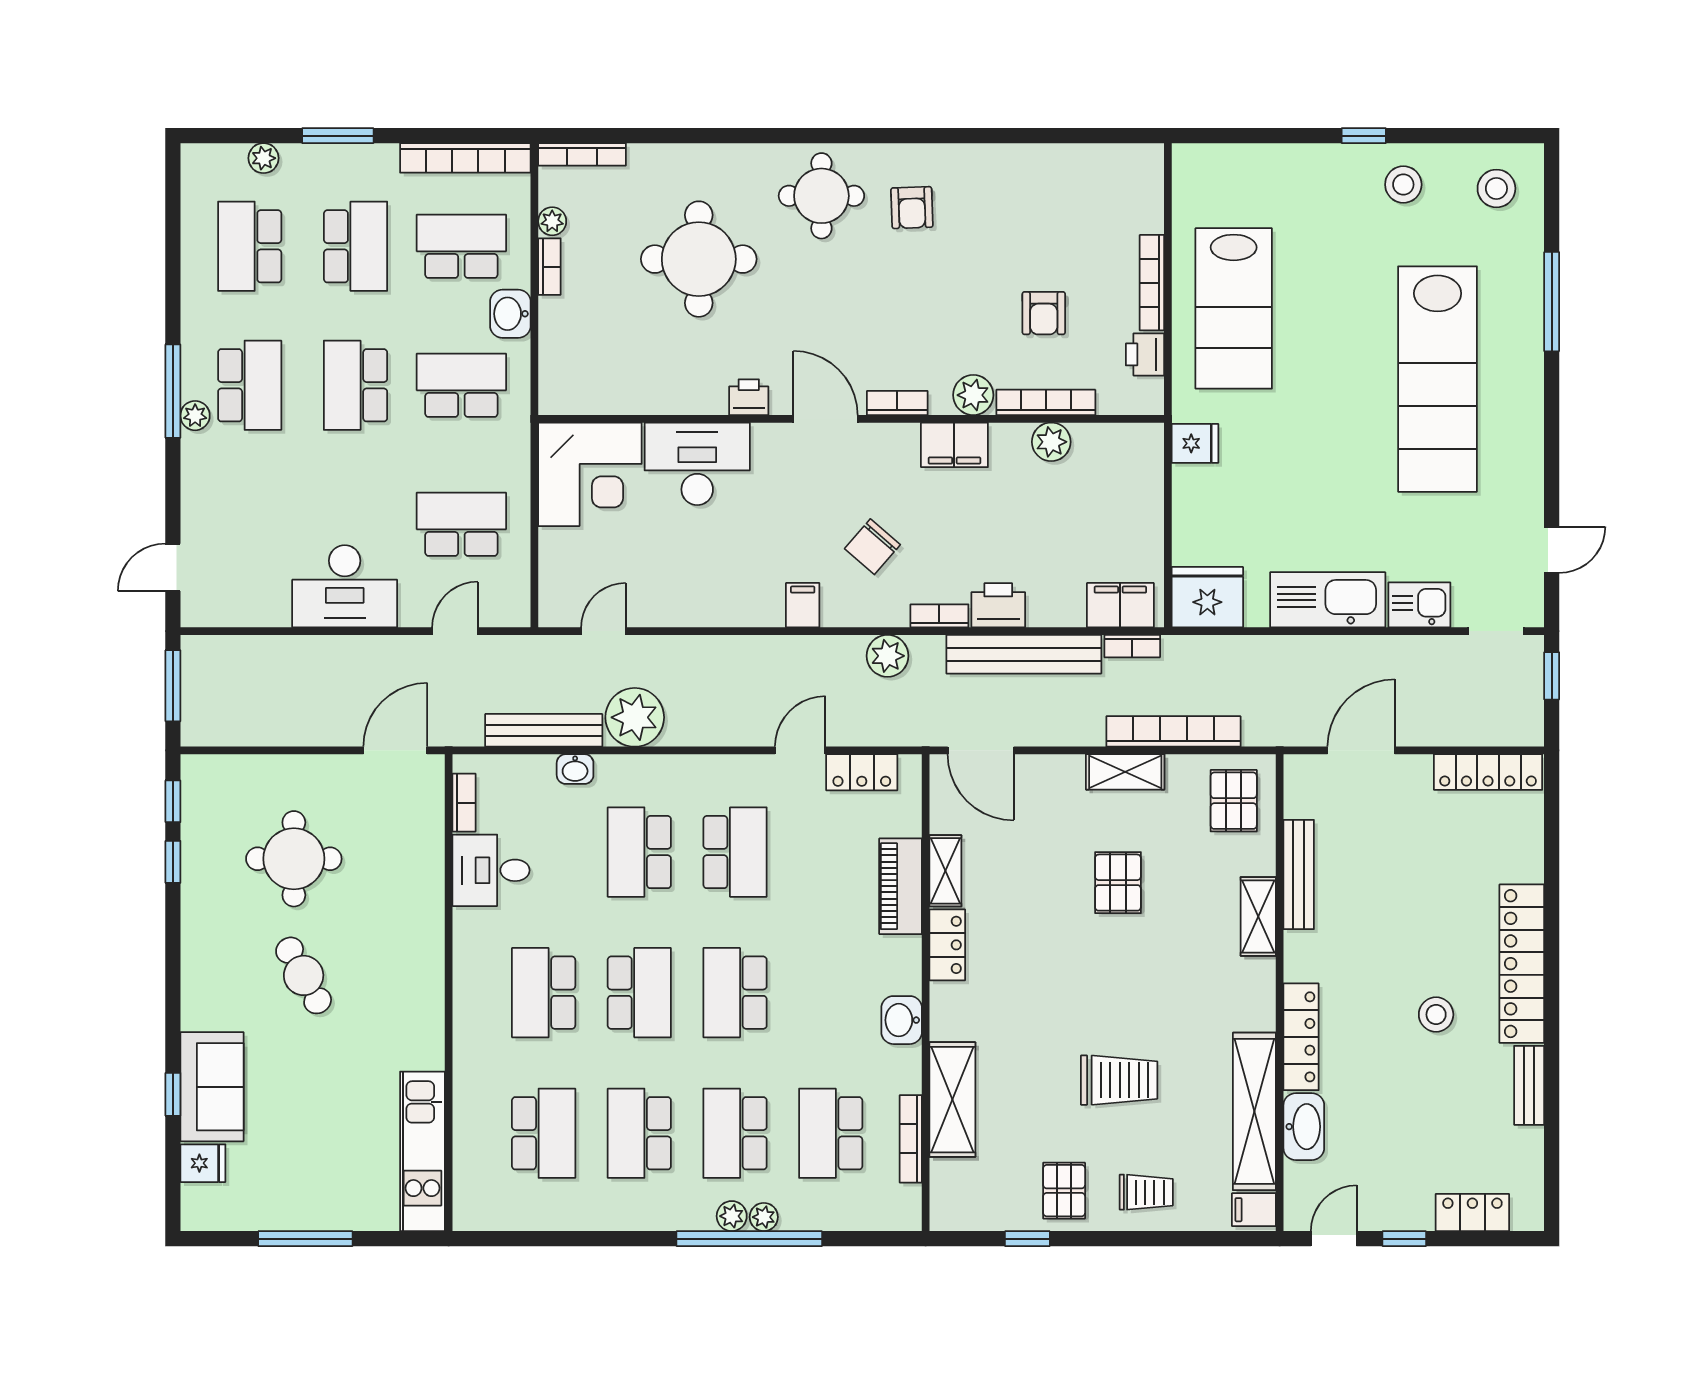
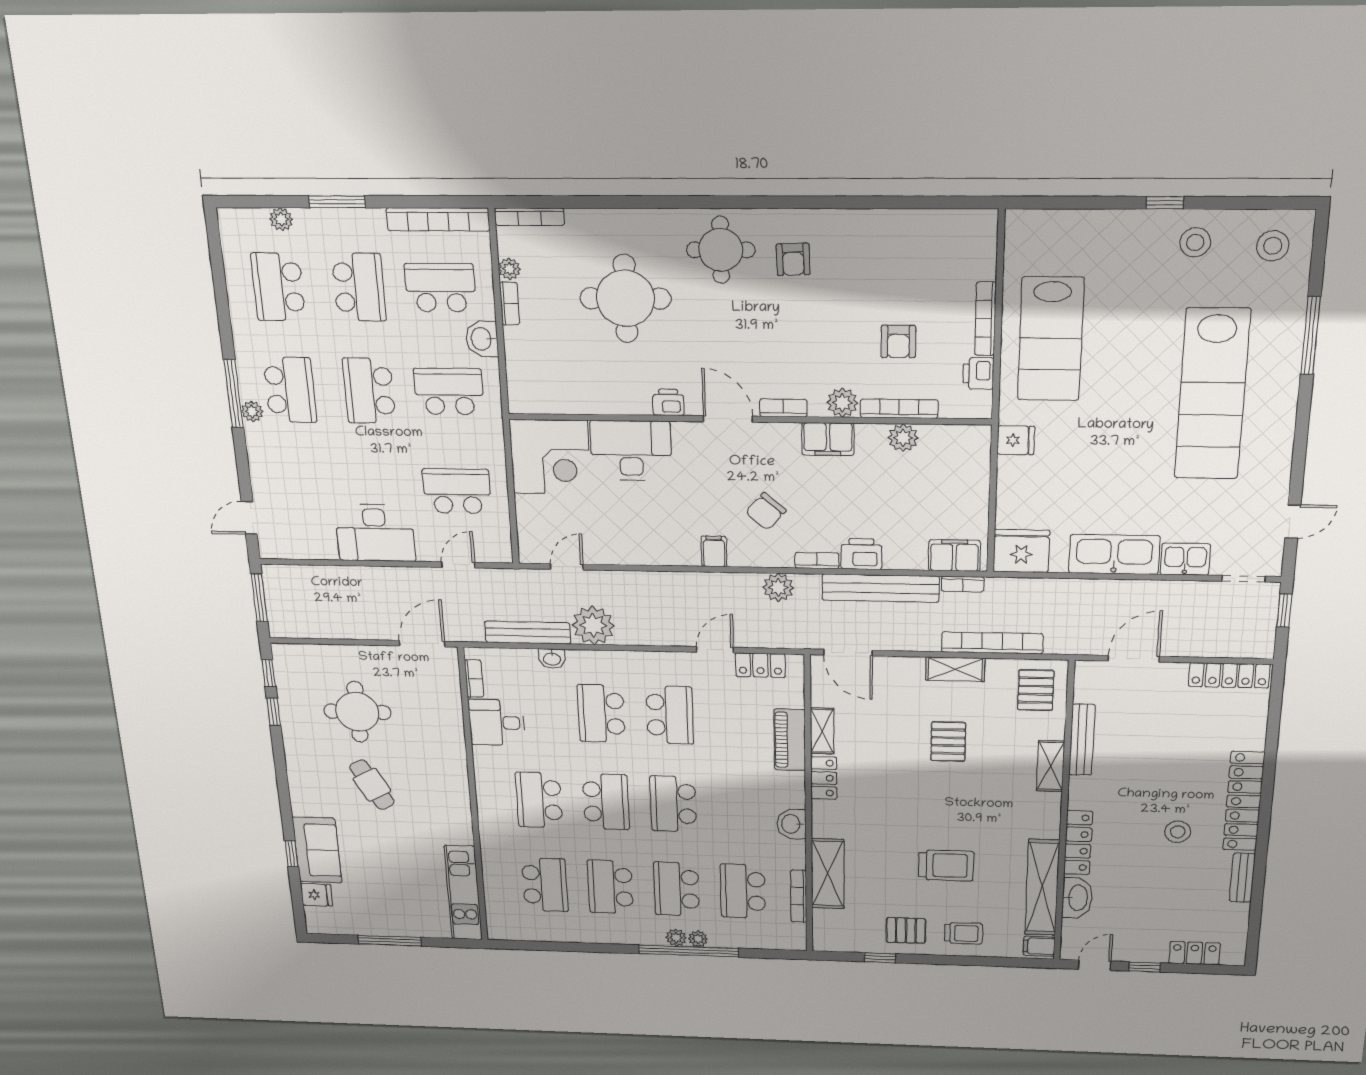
pallet: (1064, 1191) -> (906, 930), turned 90

